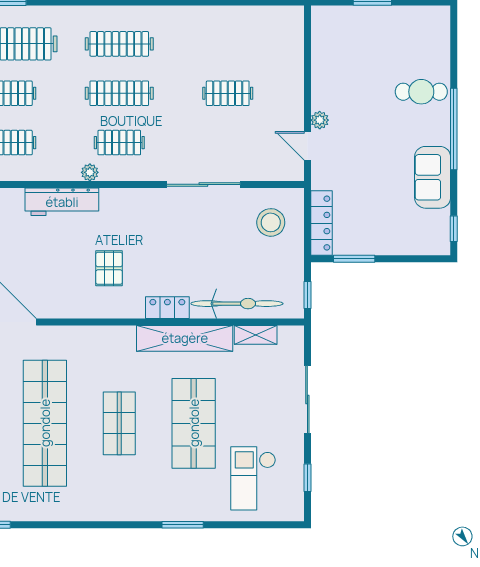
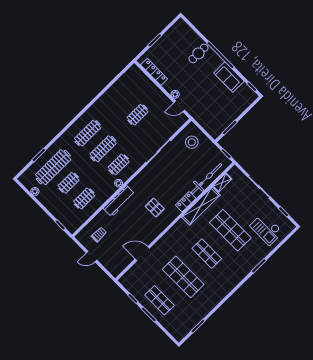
locker: (322, 223) -> (154, 72), moved
shop shelf: (45, 423) -> (183, 277), width x0.71

